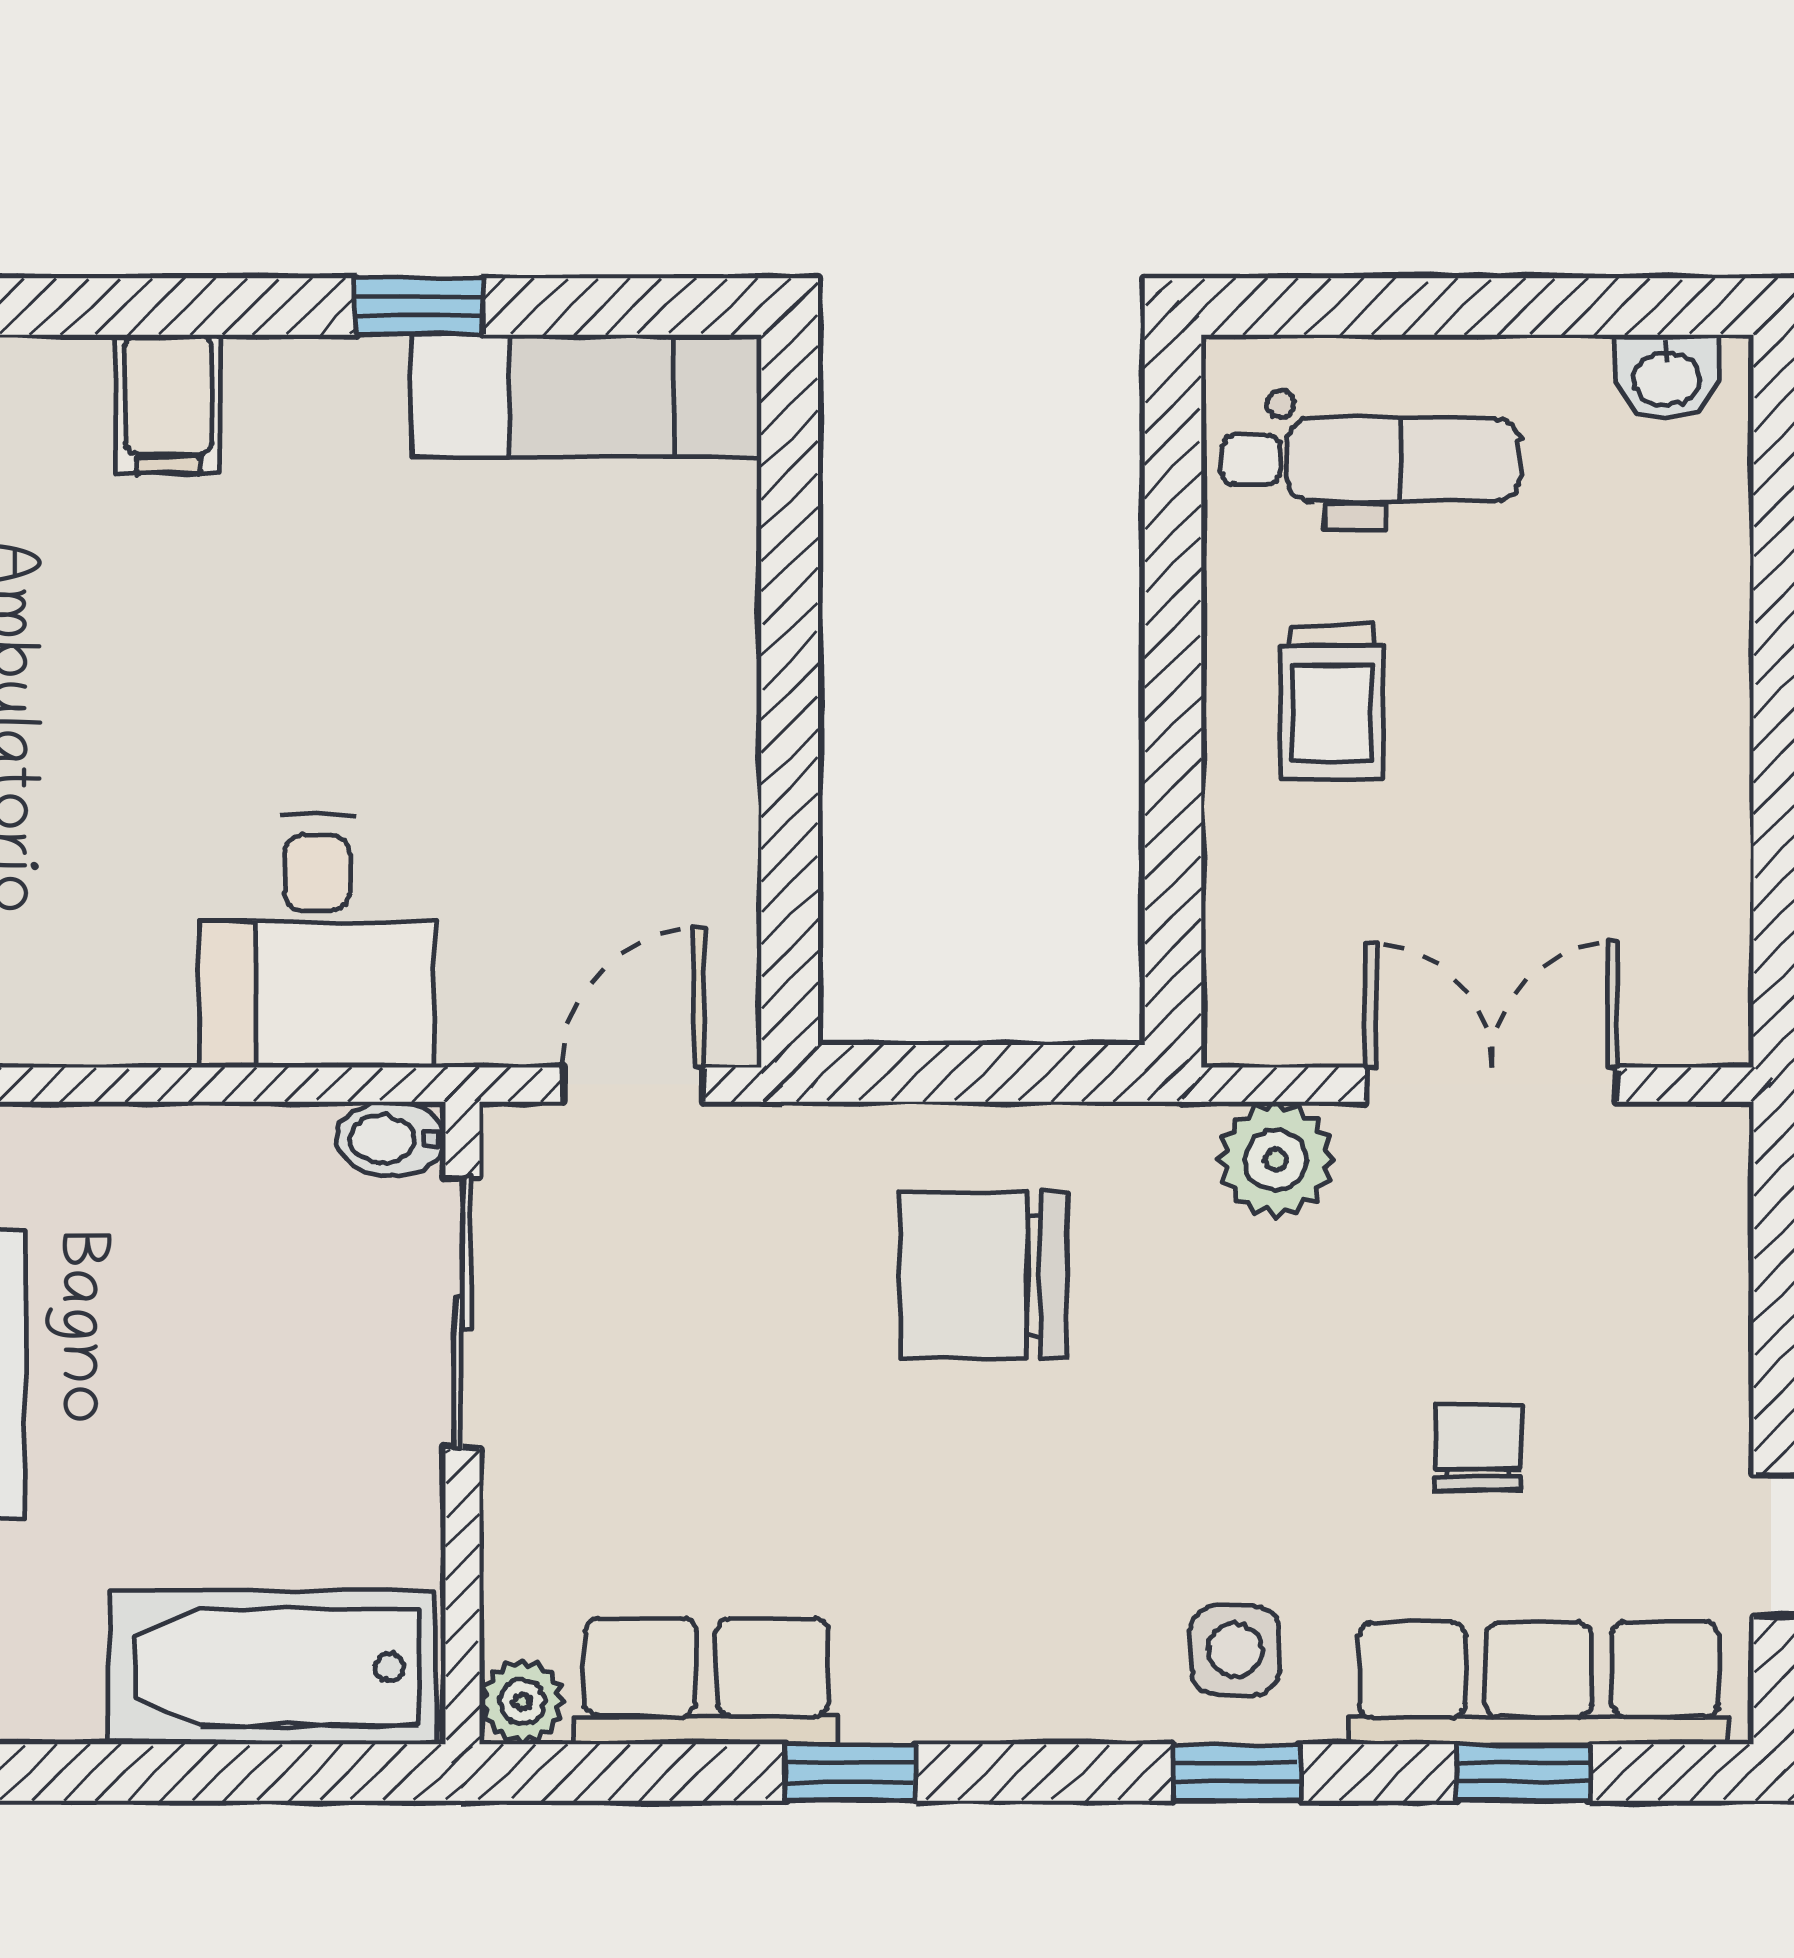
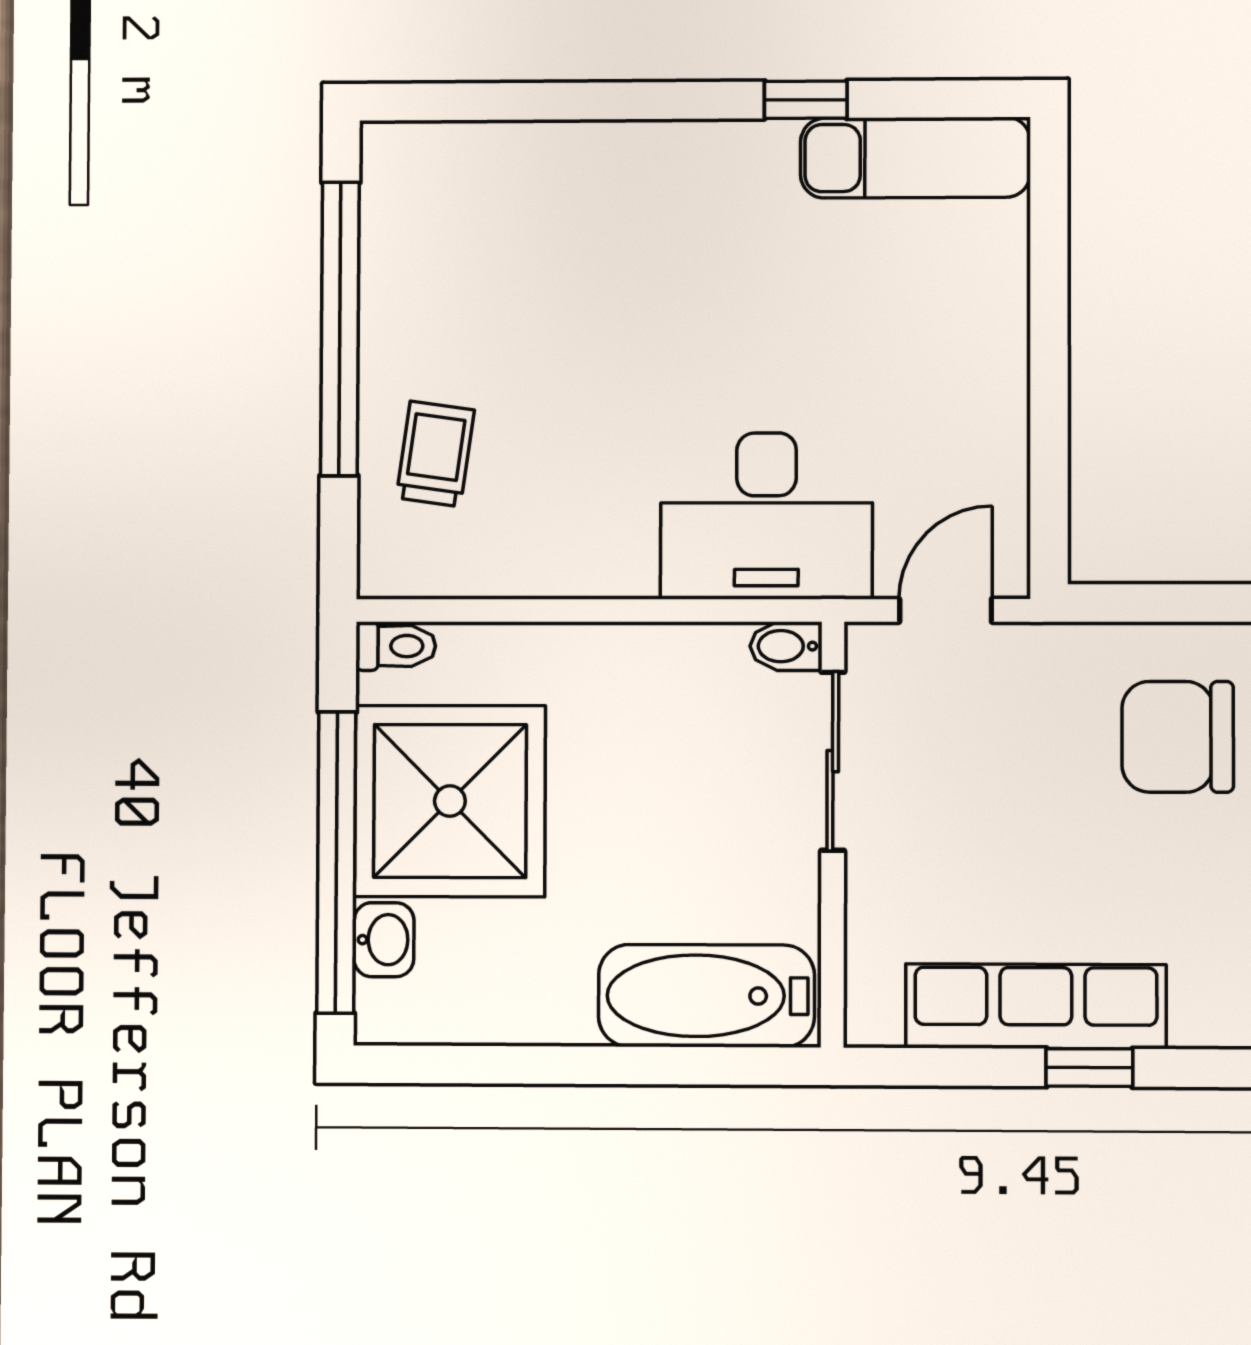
filing cabinet: (168, 404) -> (641, 164), removed
desk: (317, 941) -> (766, 516), width x1.37
row of seats: (706, 1681) -> (1036, 1006), width x1.48
plant: (522, 1702) -> (872, 1019), removed

